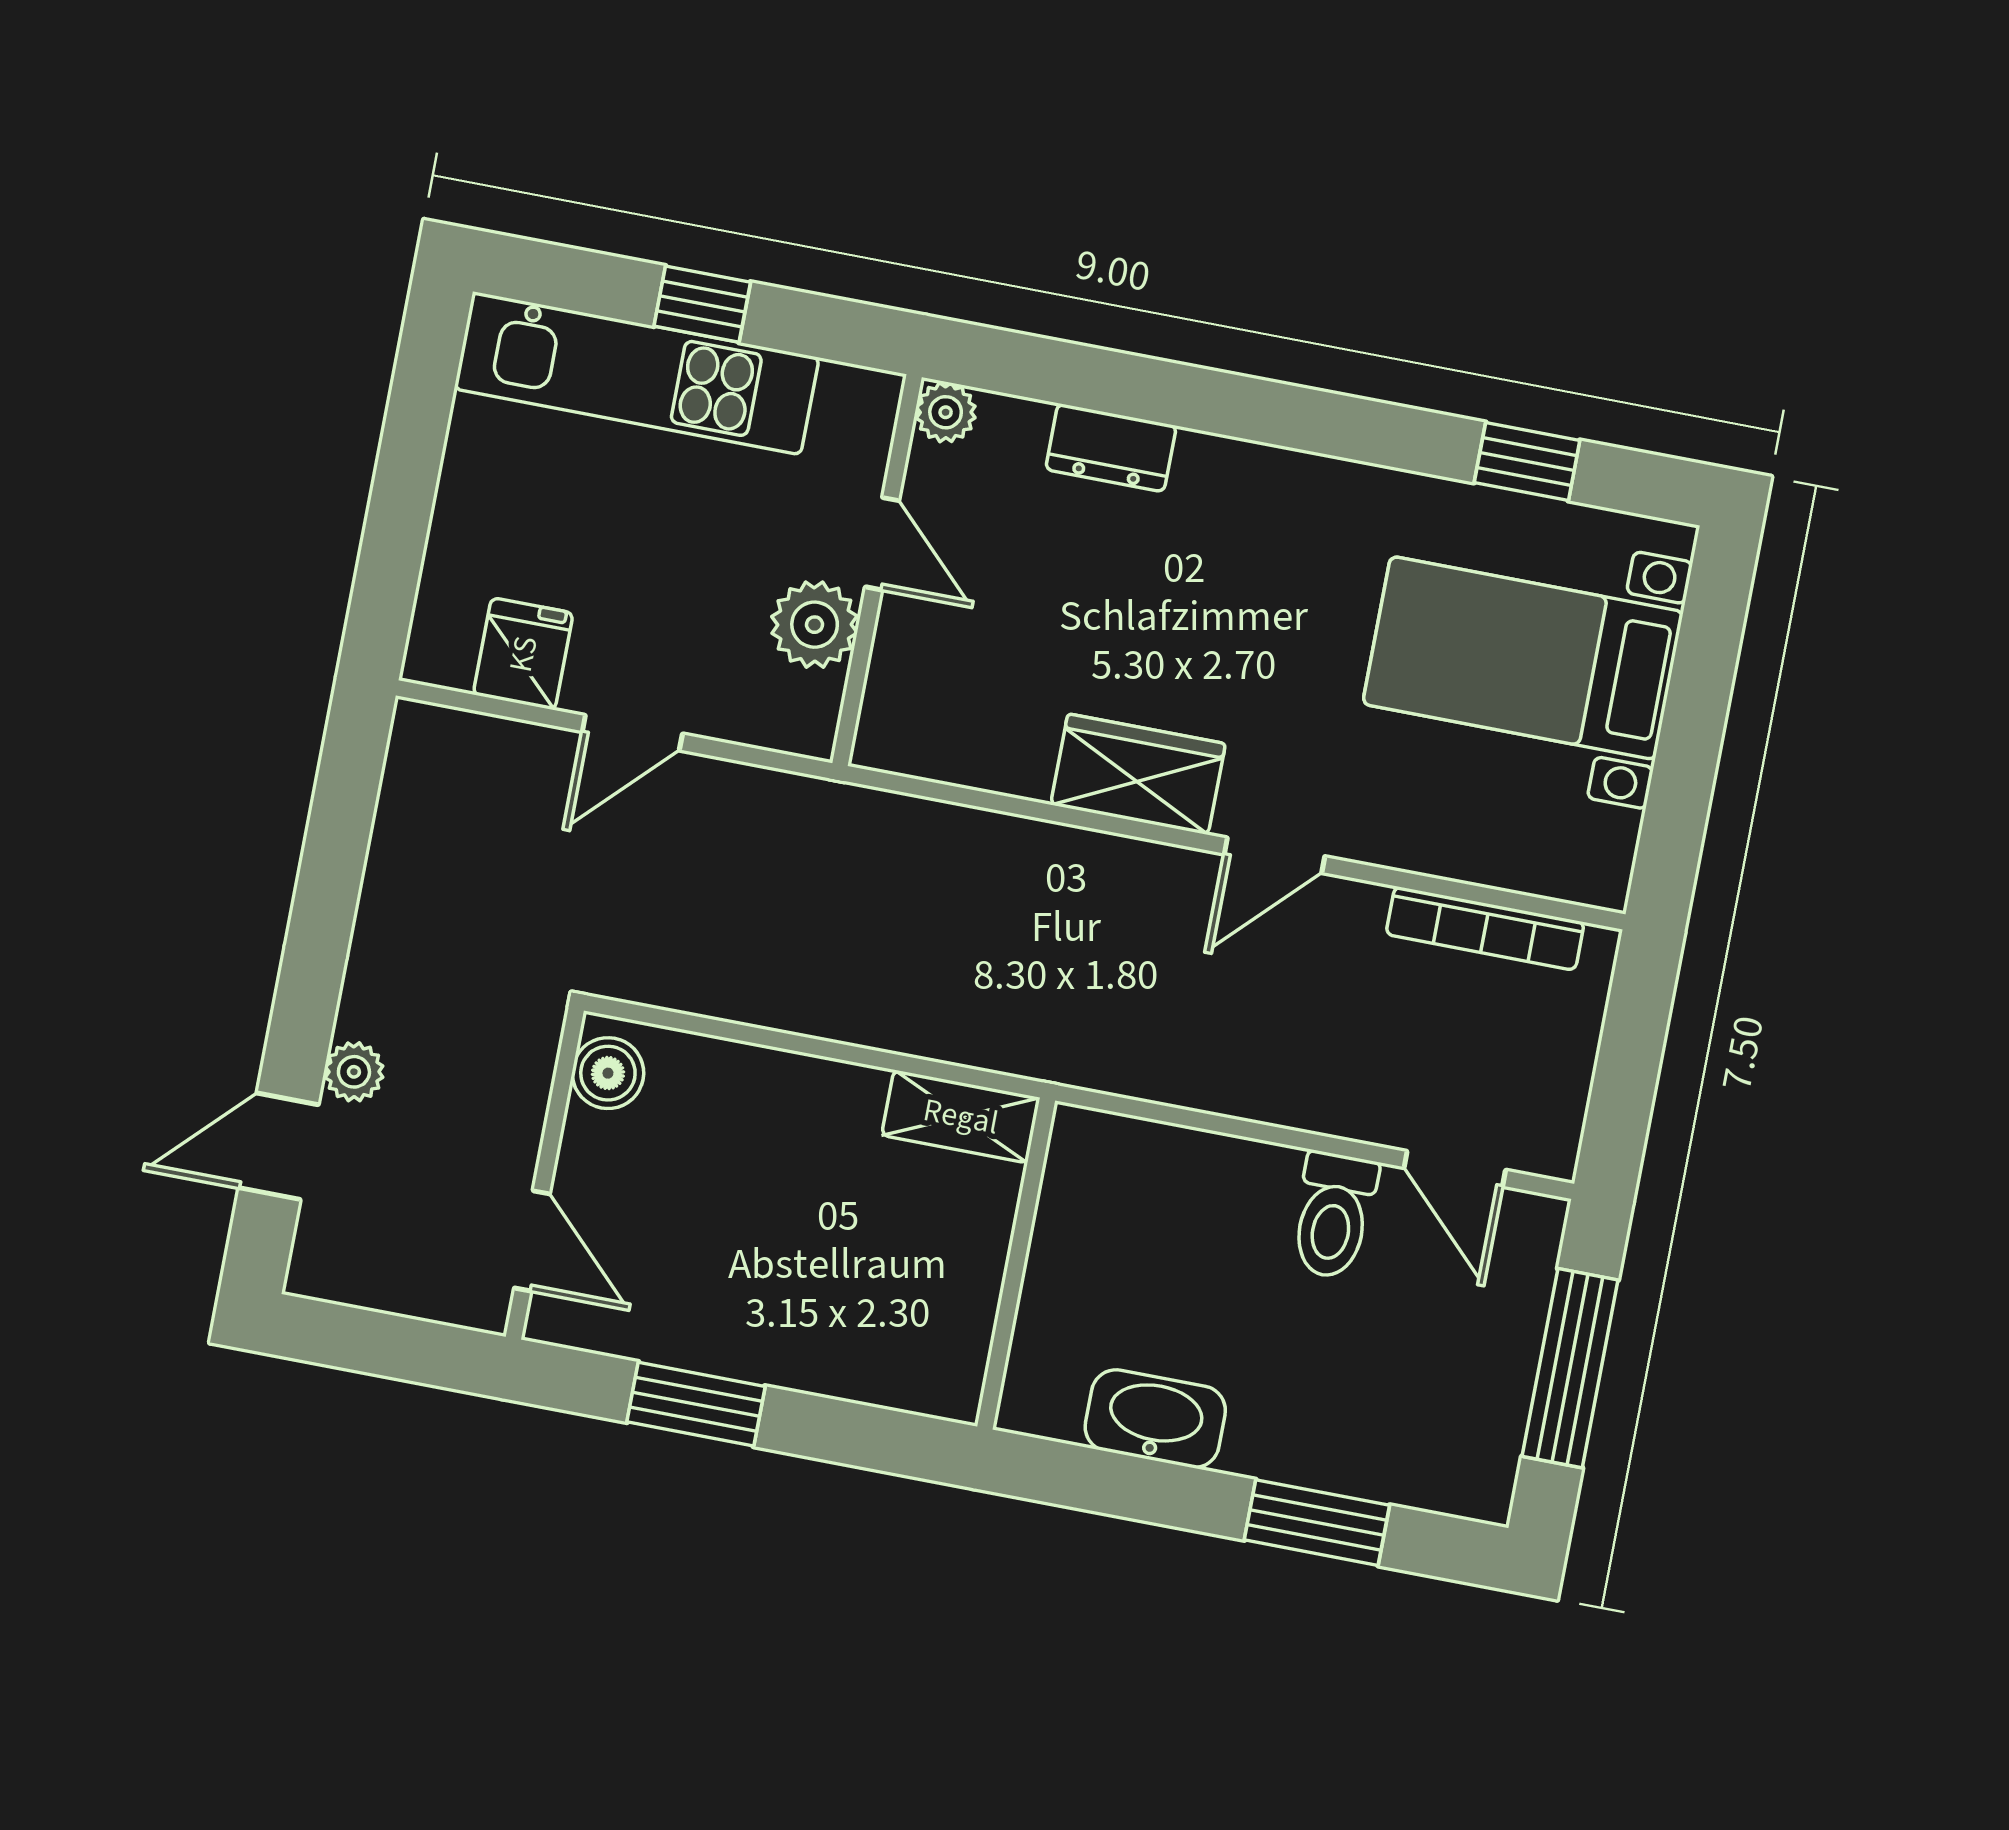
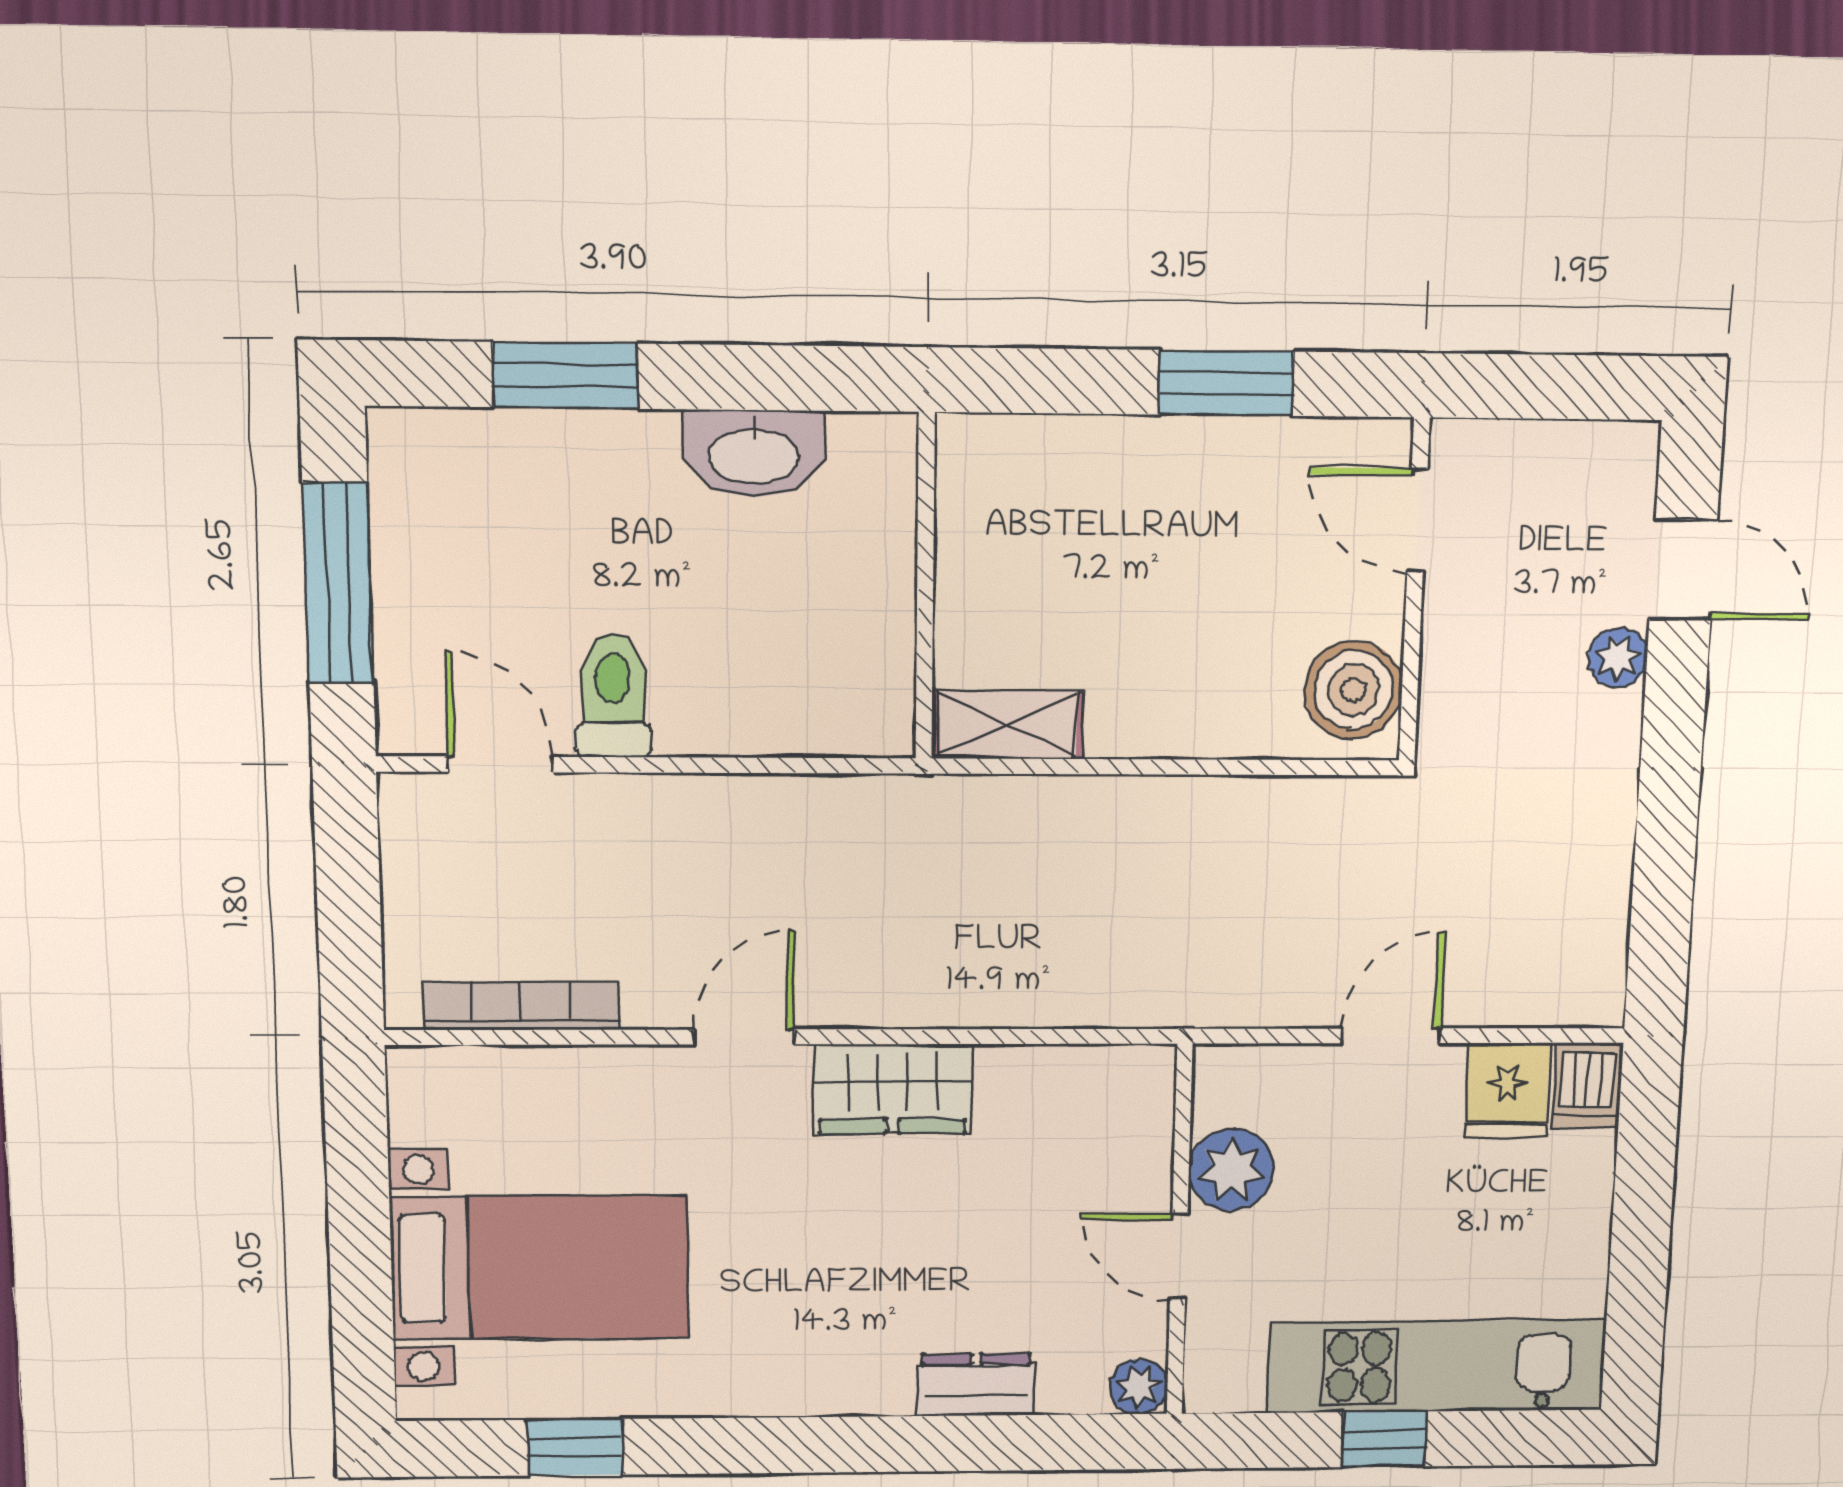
dishwasher: (441, 643) -> (1587, 1086), added
boiler: (608, 1073) -> (1353, 690), width x1.36, depth x1.36
door: (279, 1146) -> (1683, 570), hinge flipped

